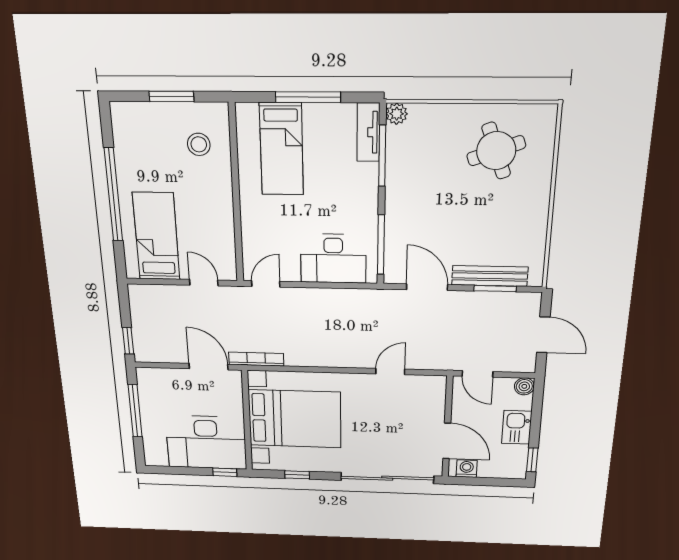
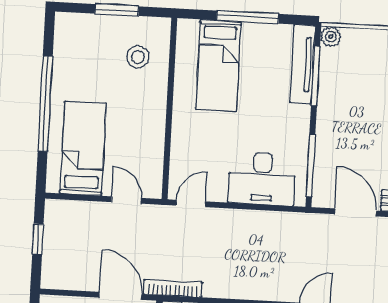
tv unit: (368, 132) -> (303, 64), width x1.41
window: (128, 341) -> (38, 239), moved

